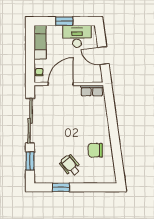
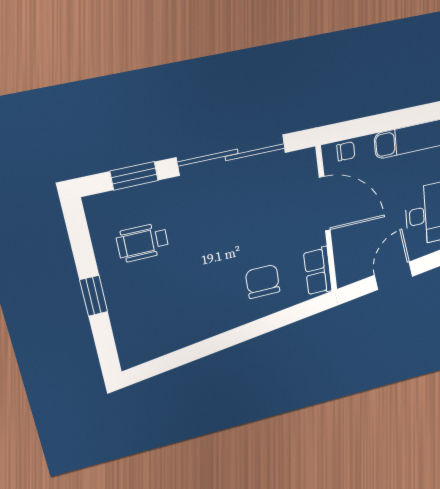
chair: (95, 150) -> (263, 282), moved
wheelchair: (70, 165) -> (143, 242), moved, turned -141
window: (61, 187) -> (94, 296), moved

